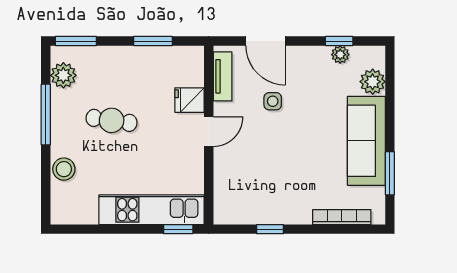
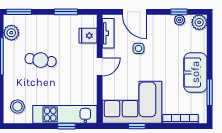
plant: (373, 82) -> (199, 22), moved
fridge: (189, 100) -> (88, 36), moved
sofa: (366, 141) -> (195, 72), width x0.73
stool: (64, 169) -> (17, 107), moved
corner sofa: (262, 190) -> (132, 102), added
window: (178, 229) -> (67, 126), moved

